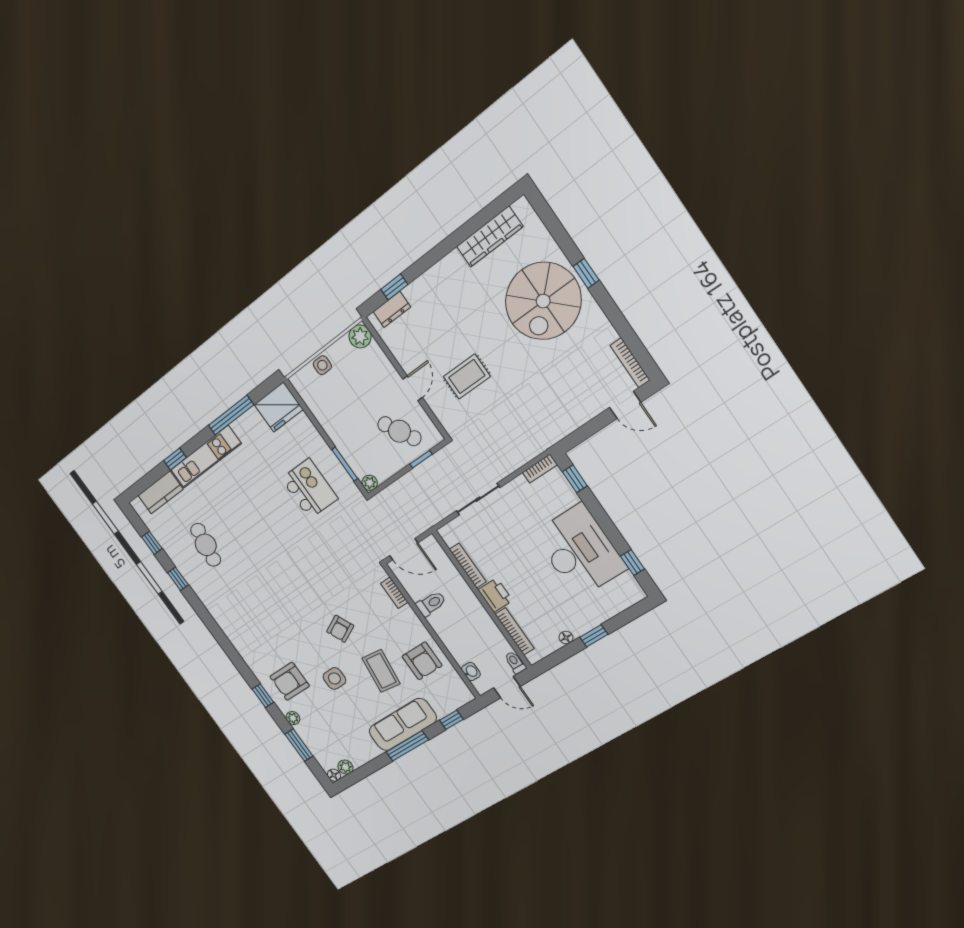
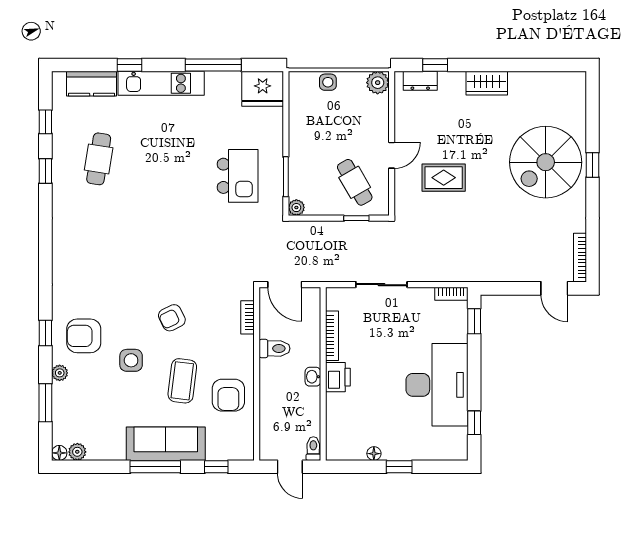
wardrobe: (490, 237) -> (487, 83), moved, width x0.67
bookcase: (514, 631) -> (332, 420), removed
washbasin: (471, 672) -> (313, 377), moved, turned 180

